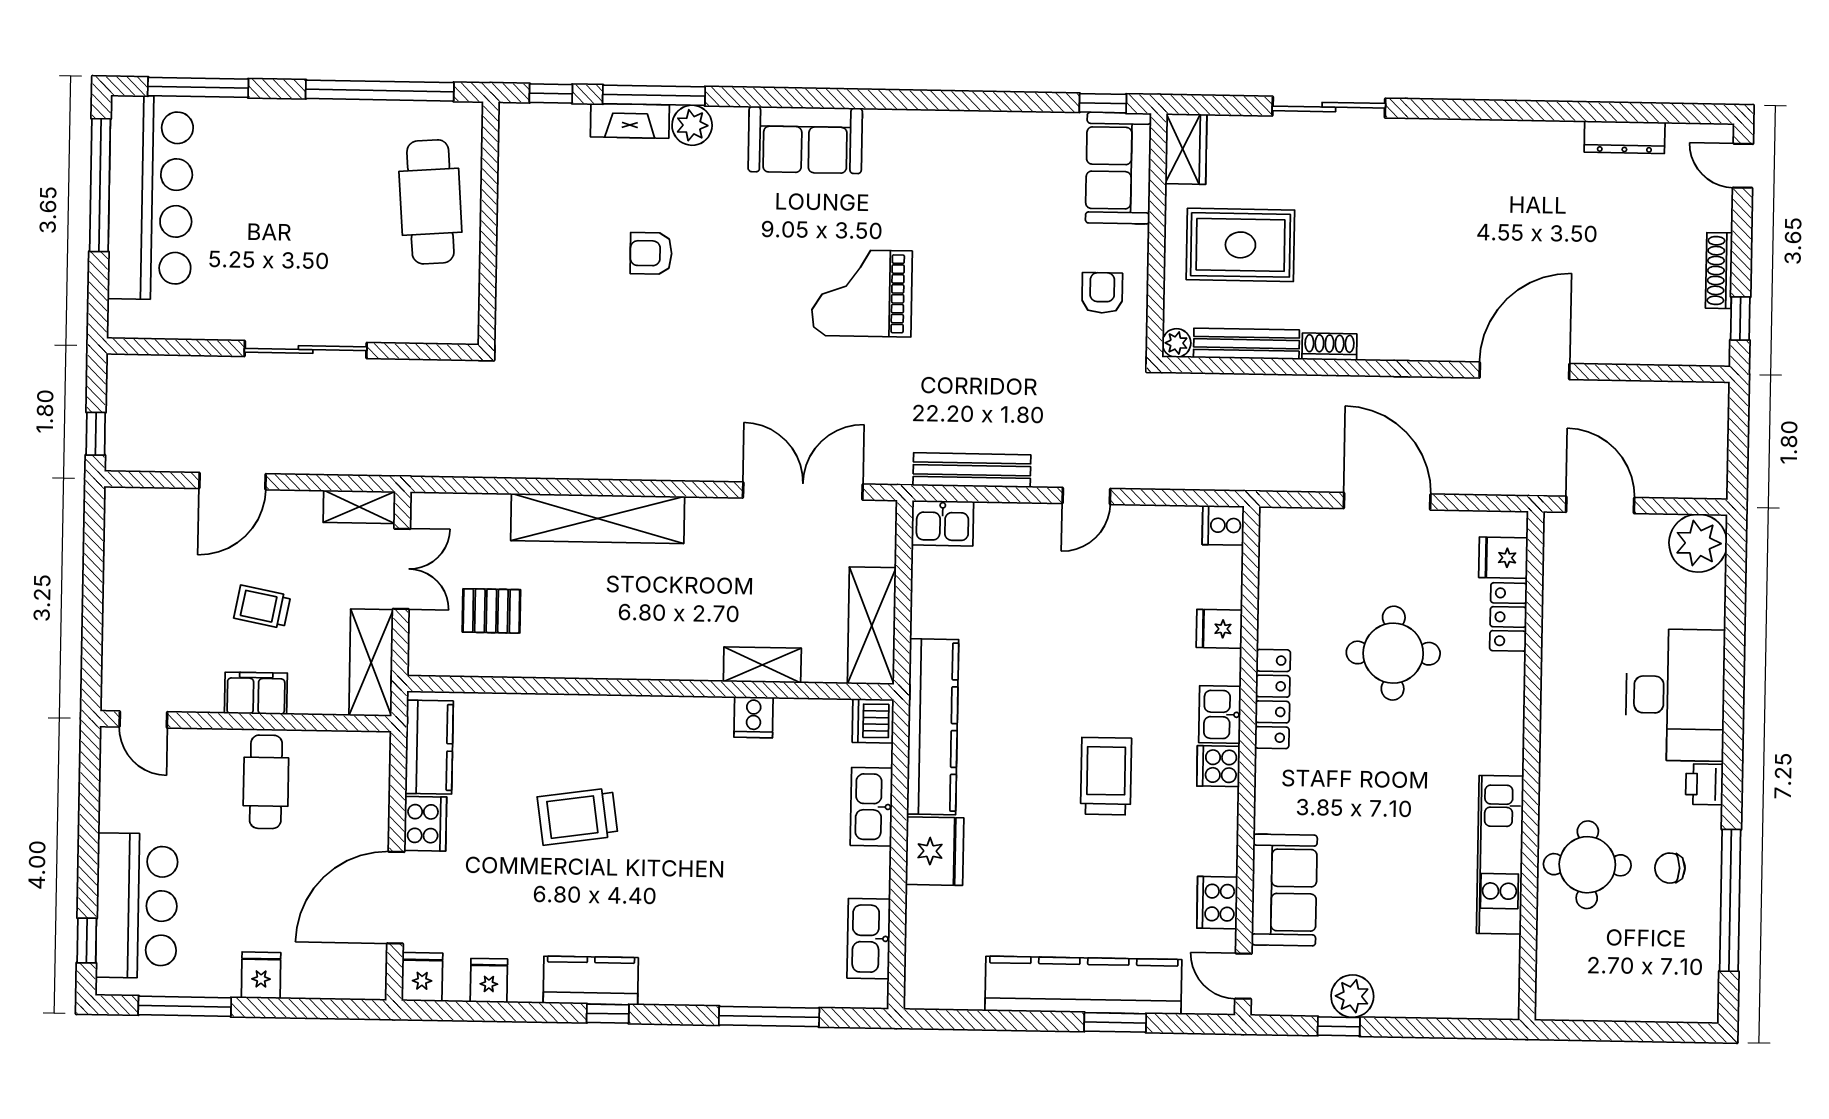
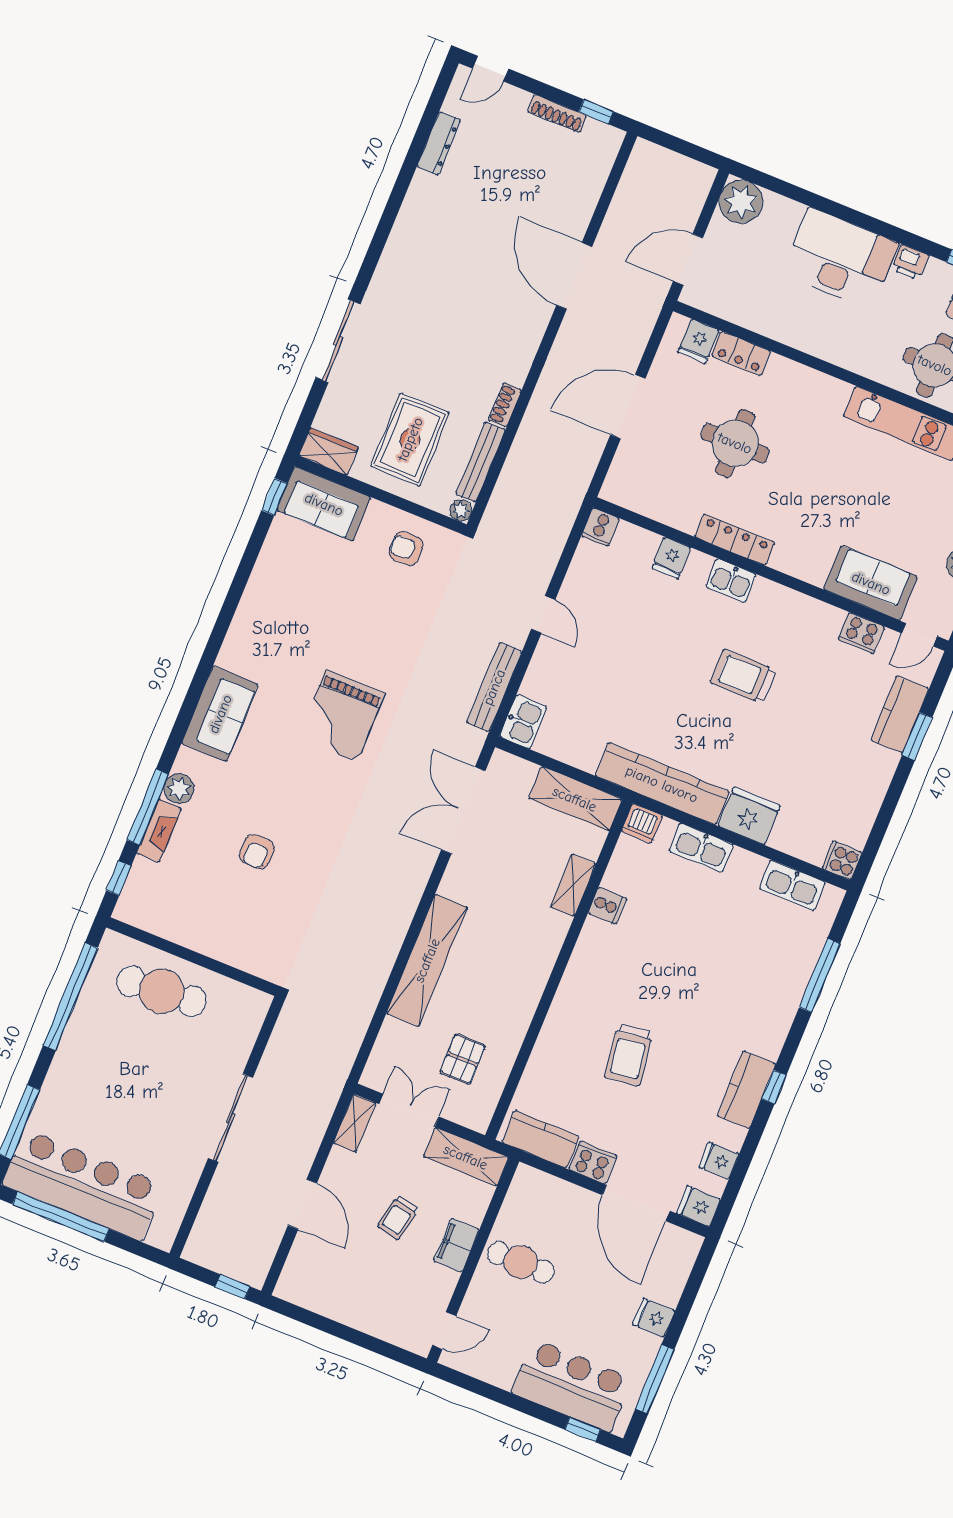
cooker: (1218, 766) -> (842, 860), moved, turned 90
kitchen counter: (1083, 985) -> (900, 714), width x0.48, depth x0.86

